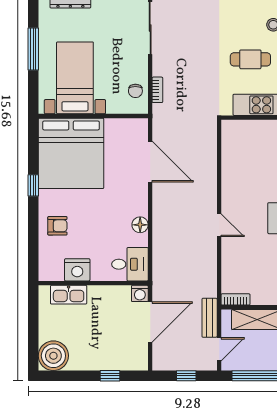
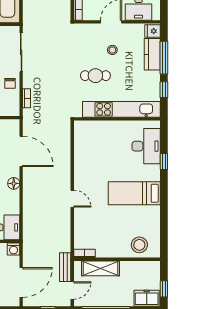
chair: (135, 91) -> (10, 83), moved
floor lamp: (140, 225) -> (14, 183), moved
door: (150, 322) -> (21, 282), moved

